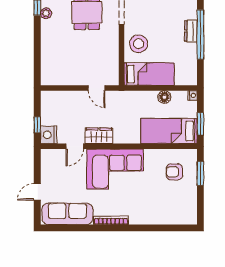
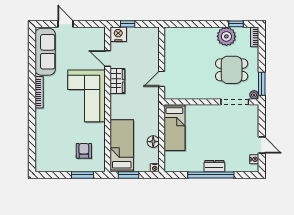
plant: (46, 13) -> (226, 36), width x1.87, depth x1.87
stool: (139, 44) -> (203, 118), removed

